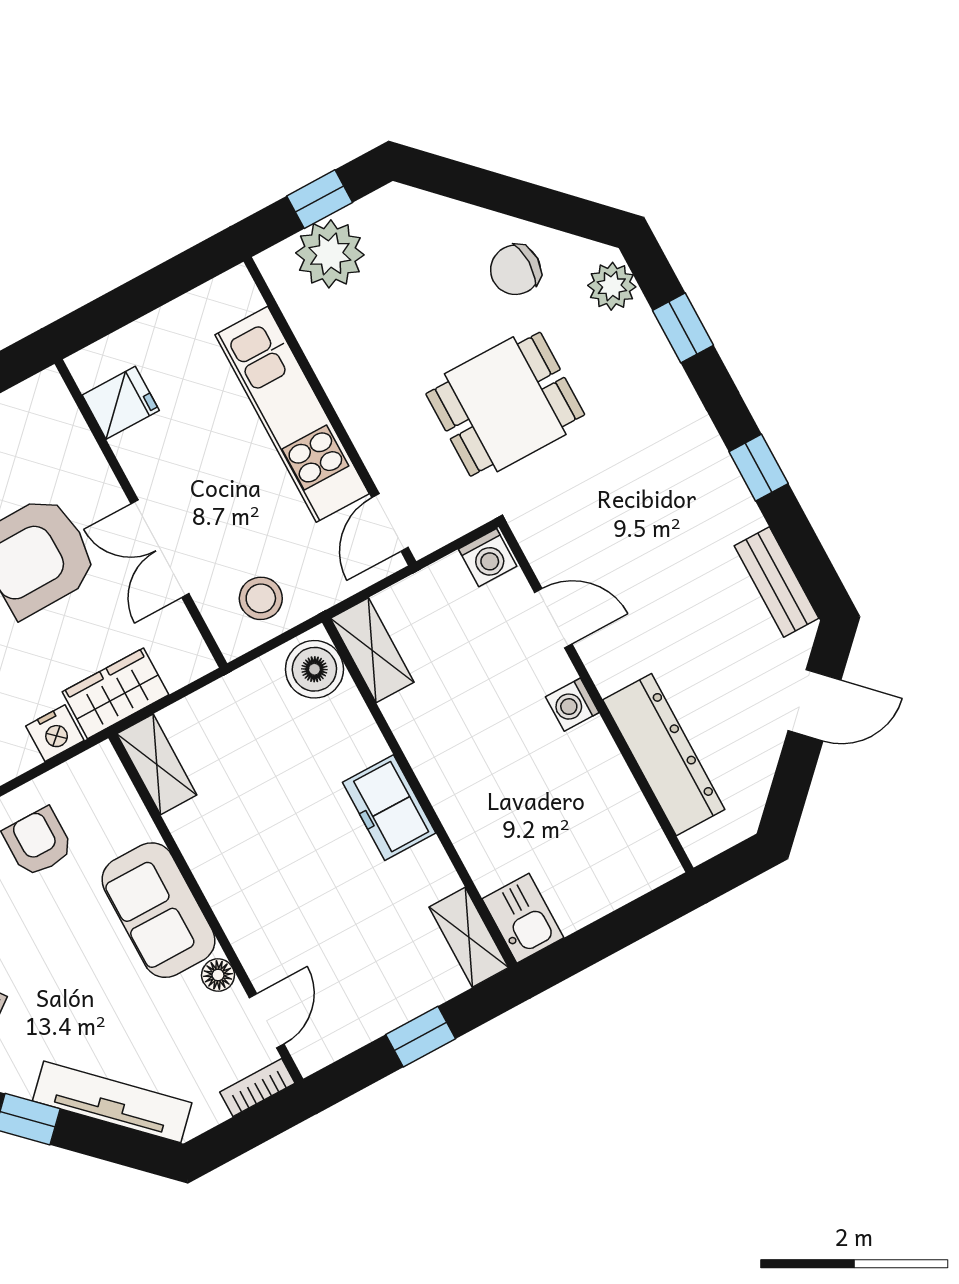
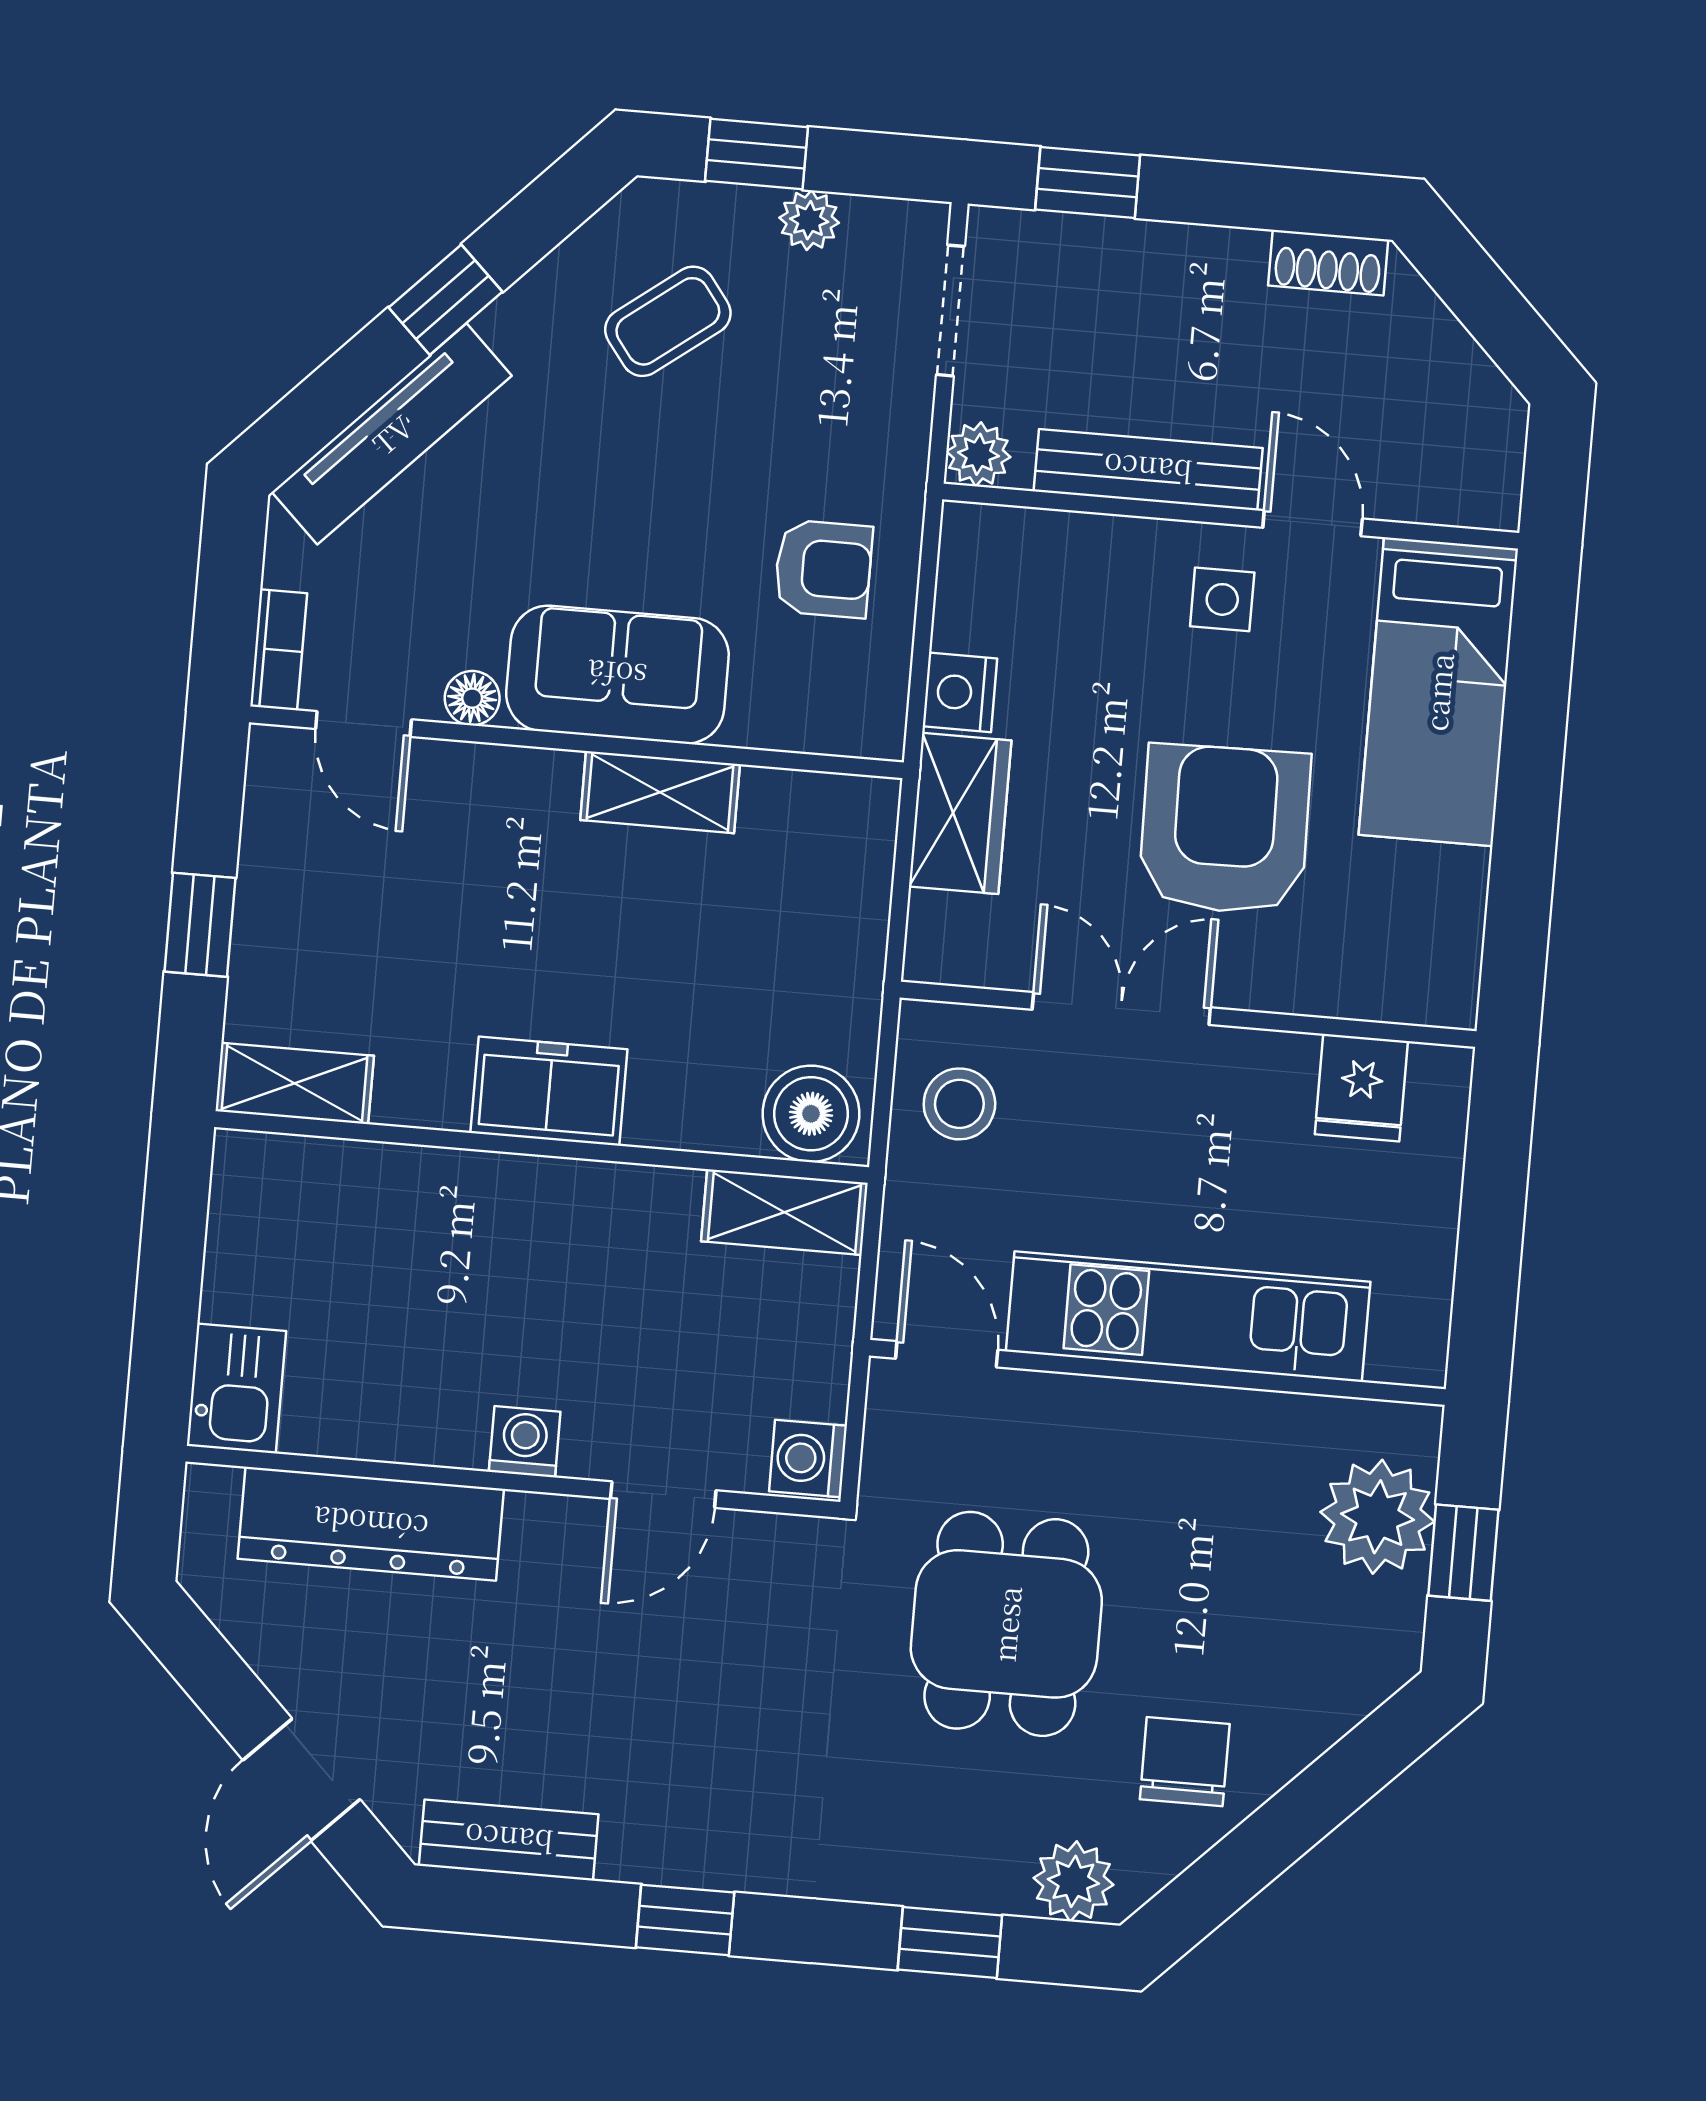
shelving: (157, 764) -> (660, 792), moved
kitchen sink: (523, 918) -> (236, 1388), moved, turned -90

